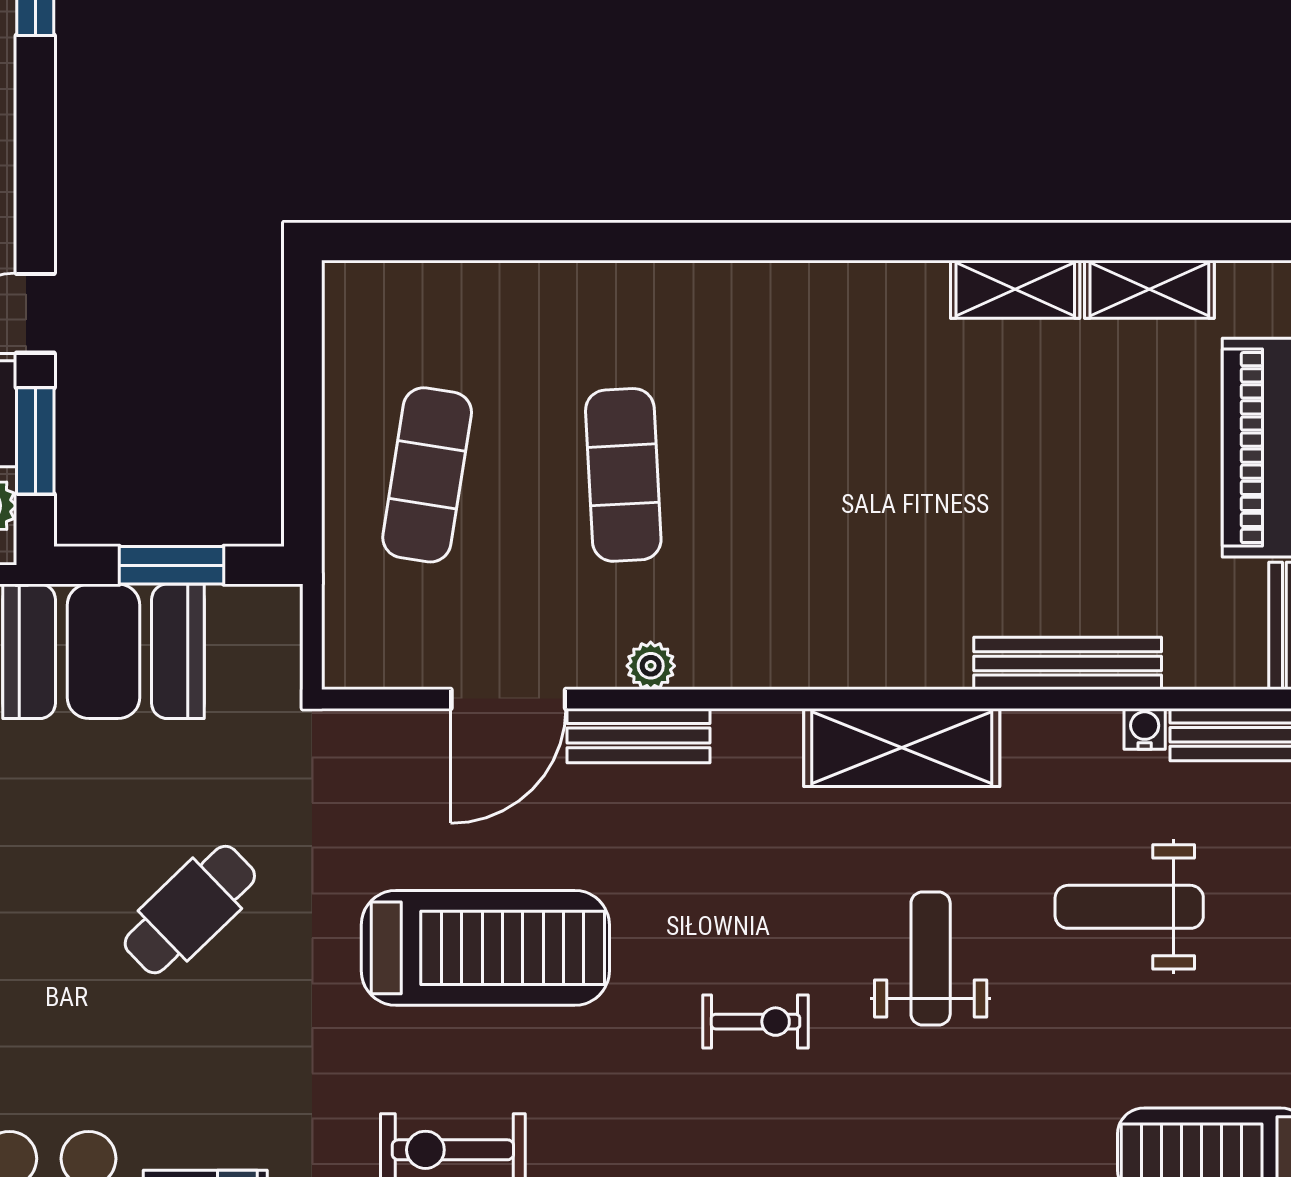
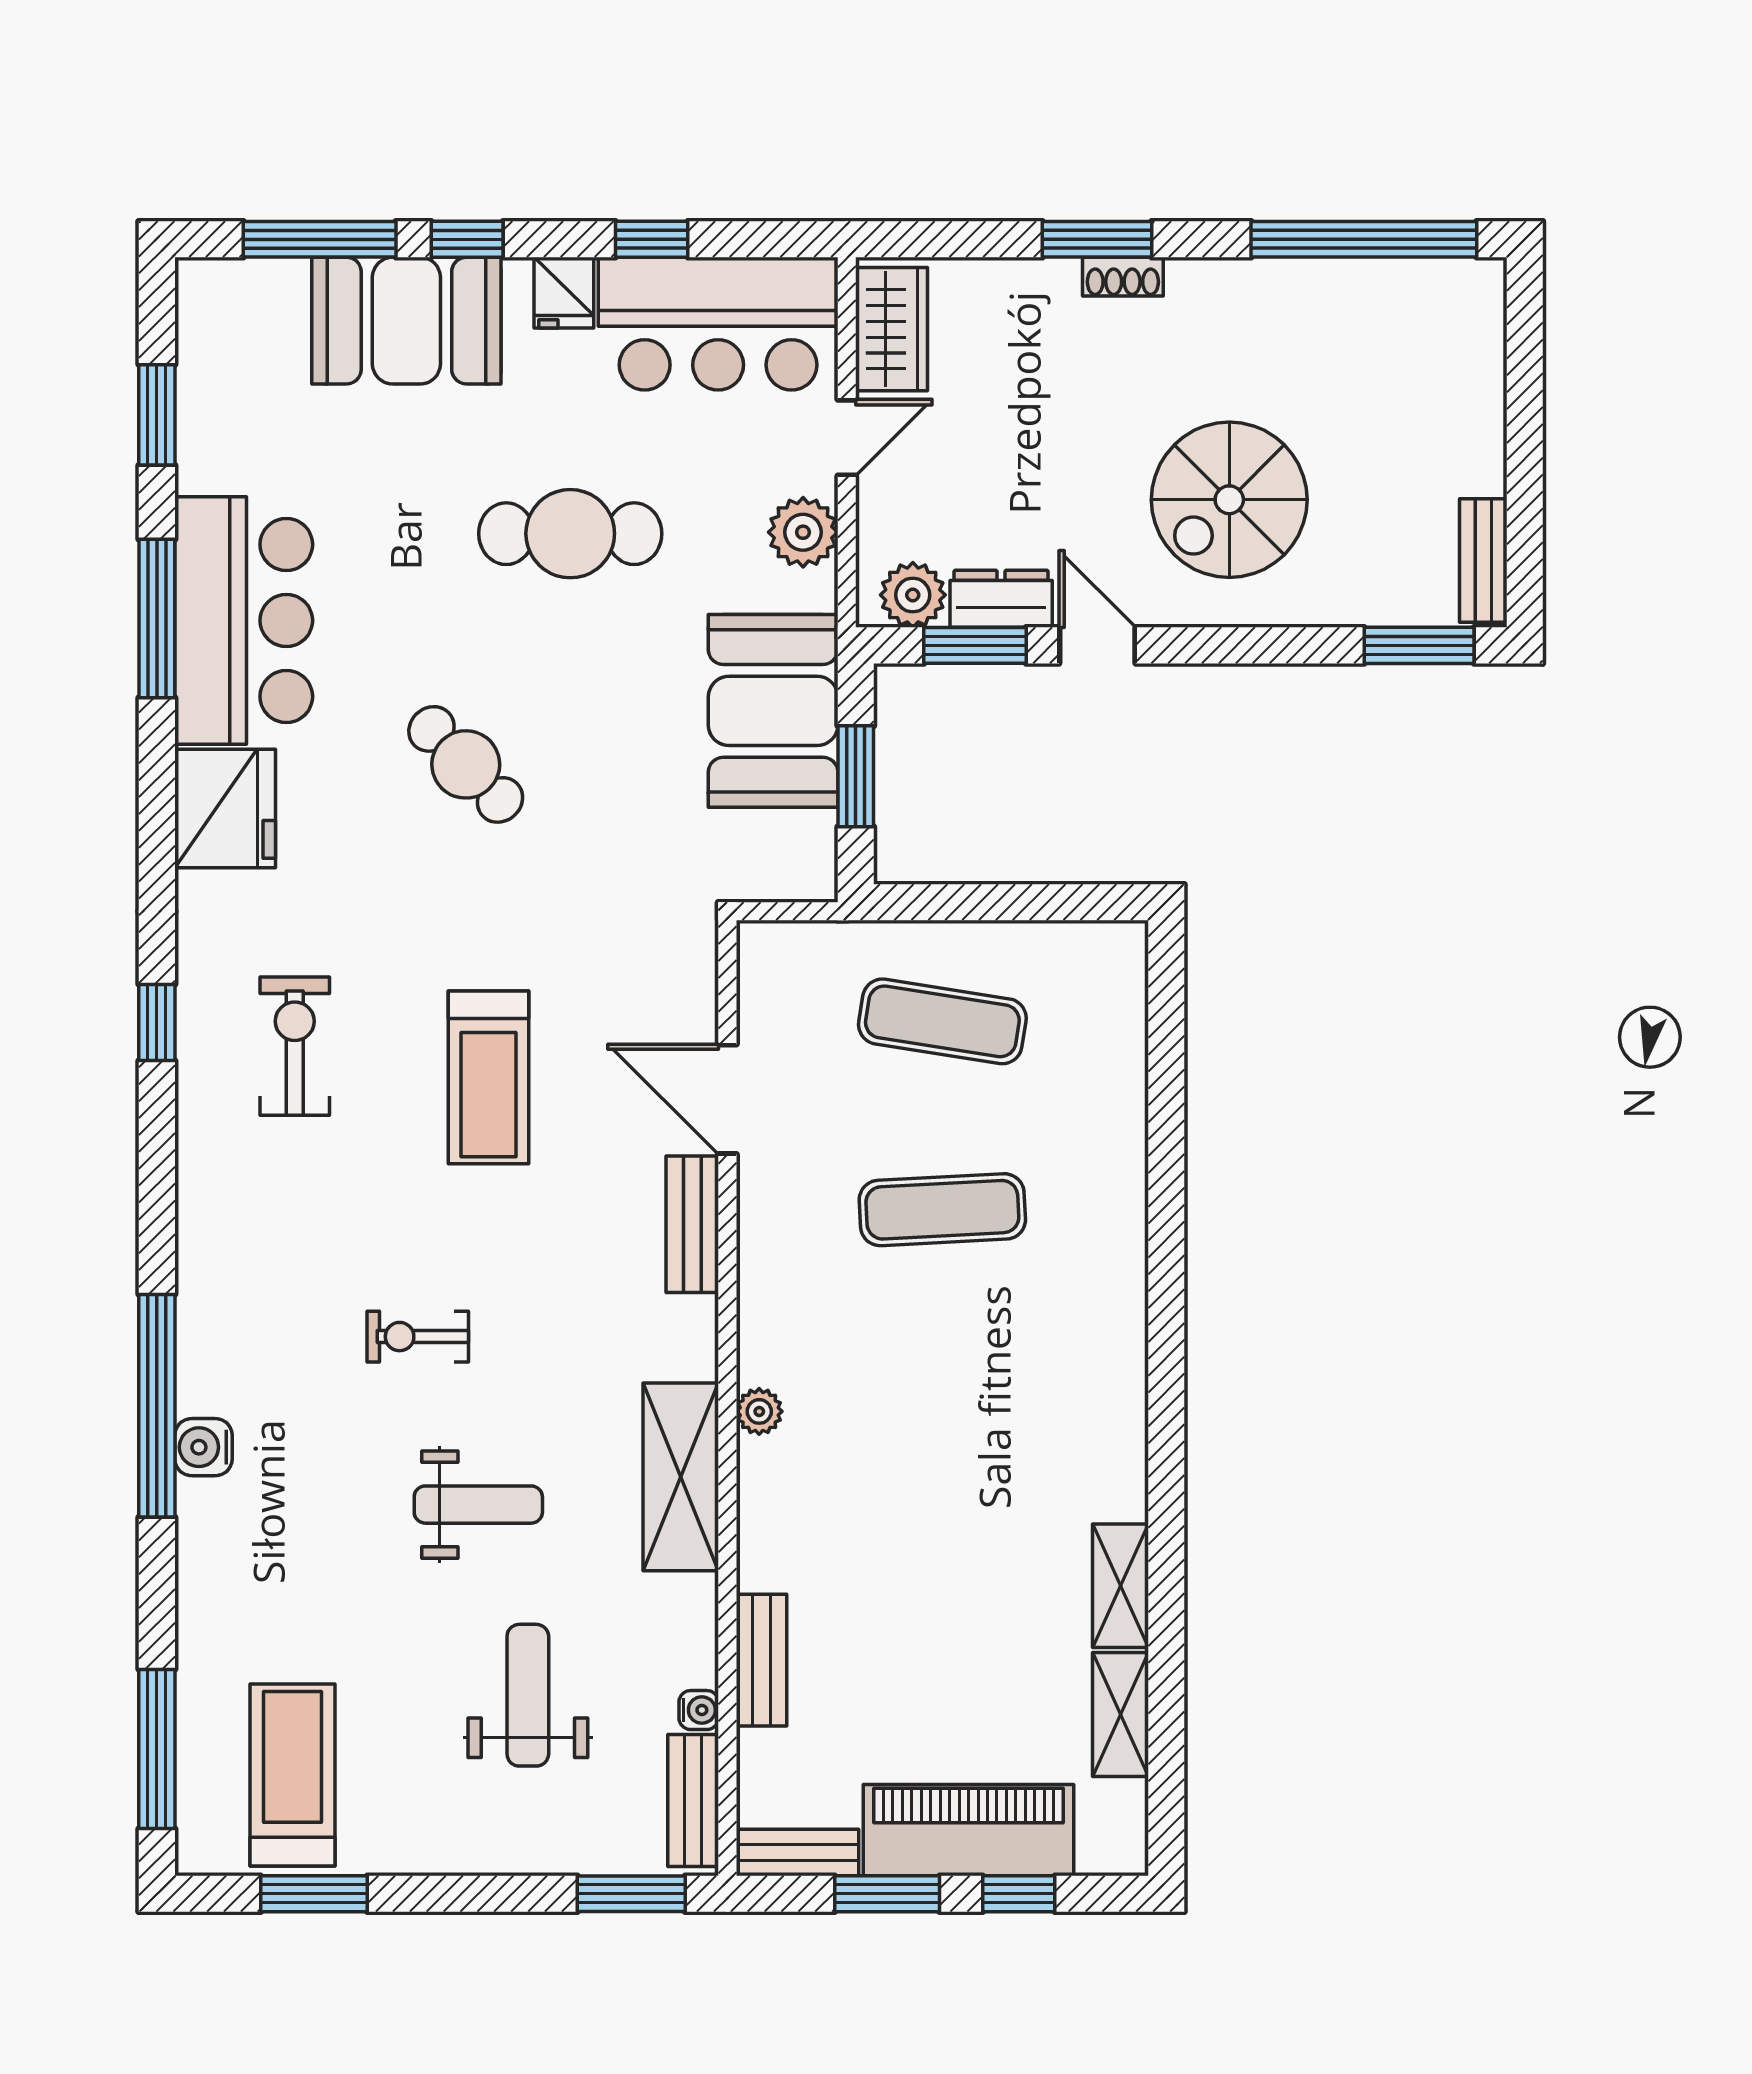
bench: (1068, 663) -> (761, 1660), width x0.73
plant: (651, 666) -> (759, 1411), moved
cafe table: (190, 910) -> (466, 764), moved
treadmill: (485, 948) -> (488, 1077), width x0.73, depth x0.73
exercise bike: (756, 1022) -> (418, 1337), turned 90

